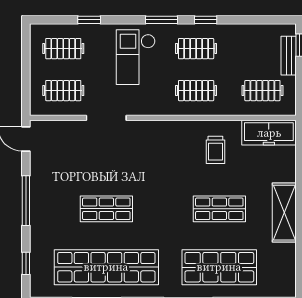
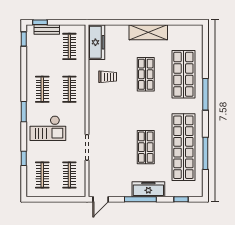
window: (206, 20) -> (24, 39), moved
freezer: (41, 213) -> (148, 189), added

